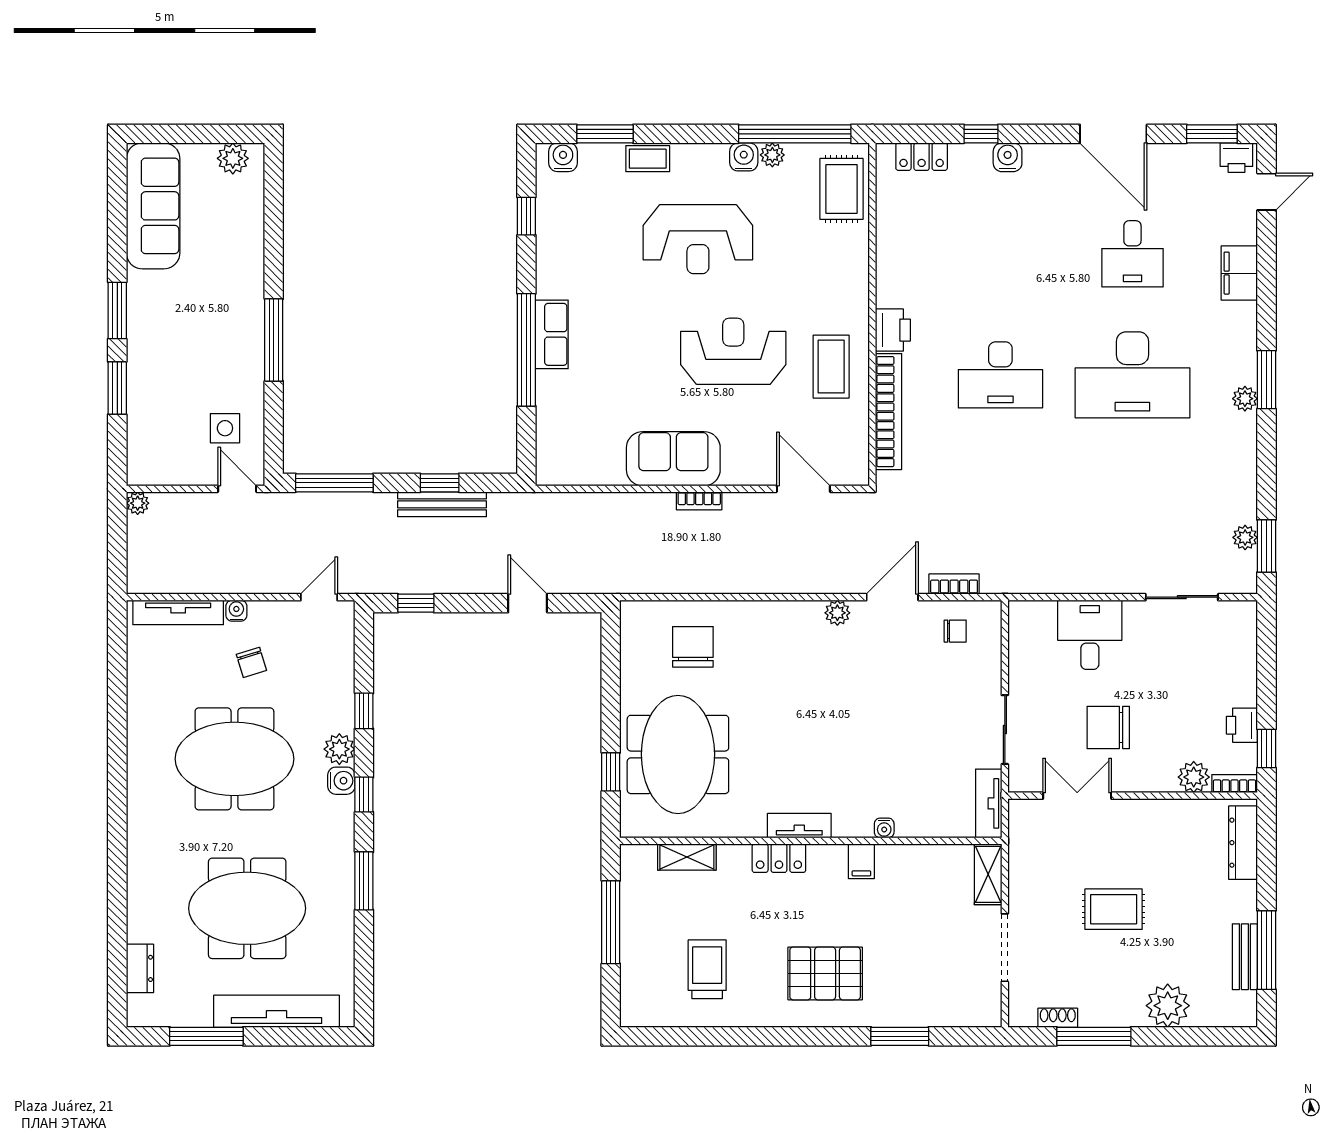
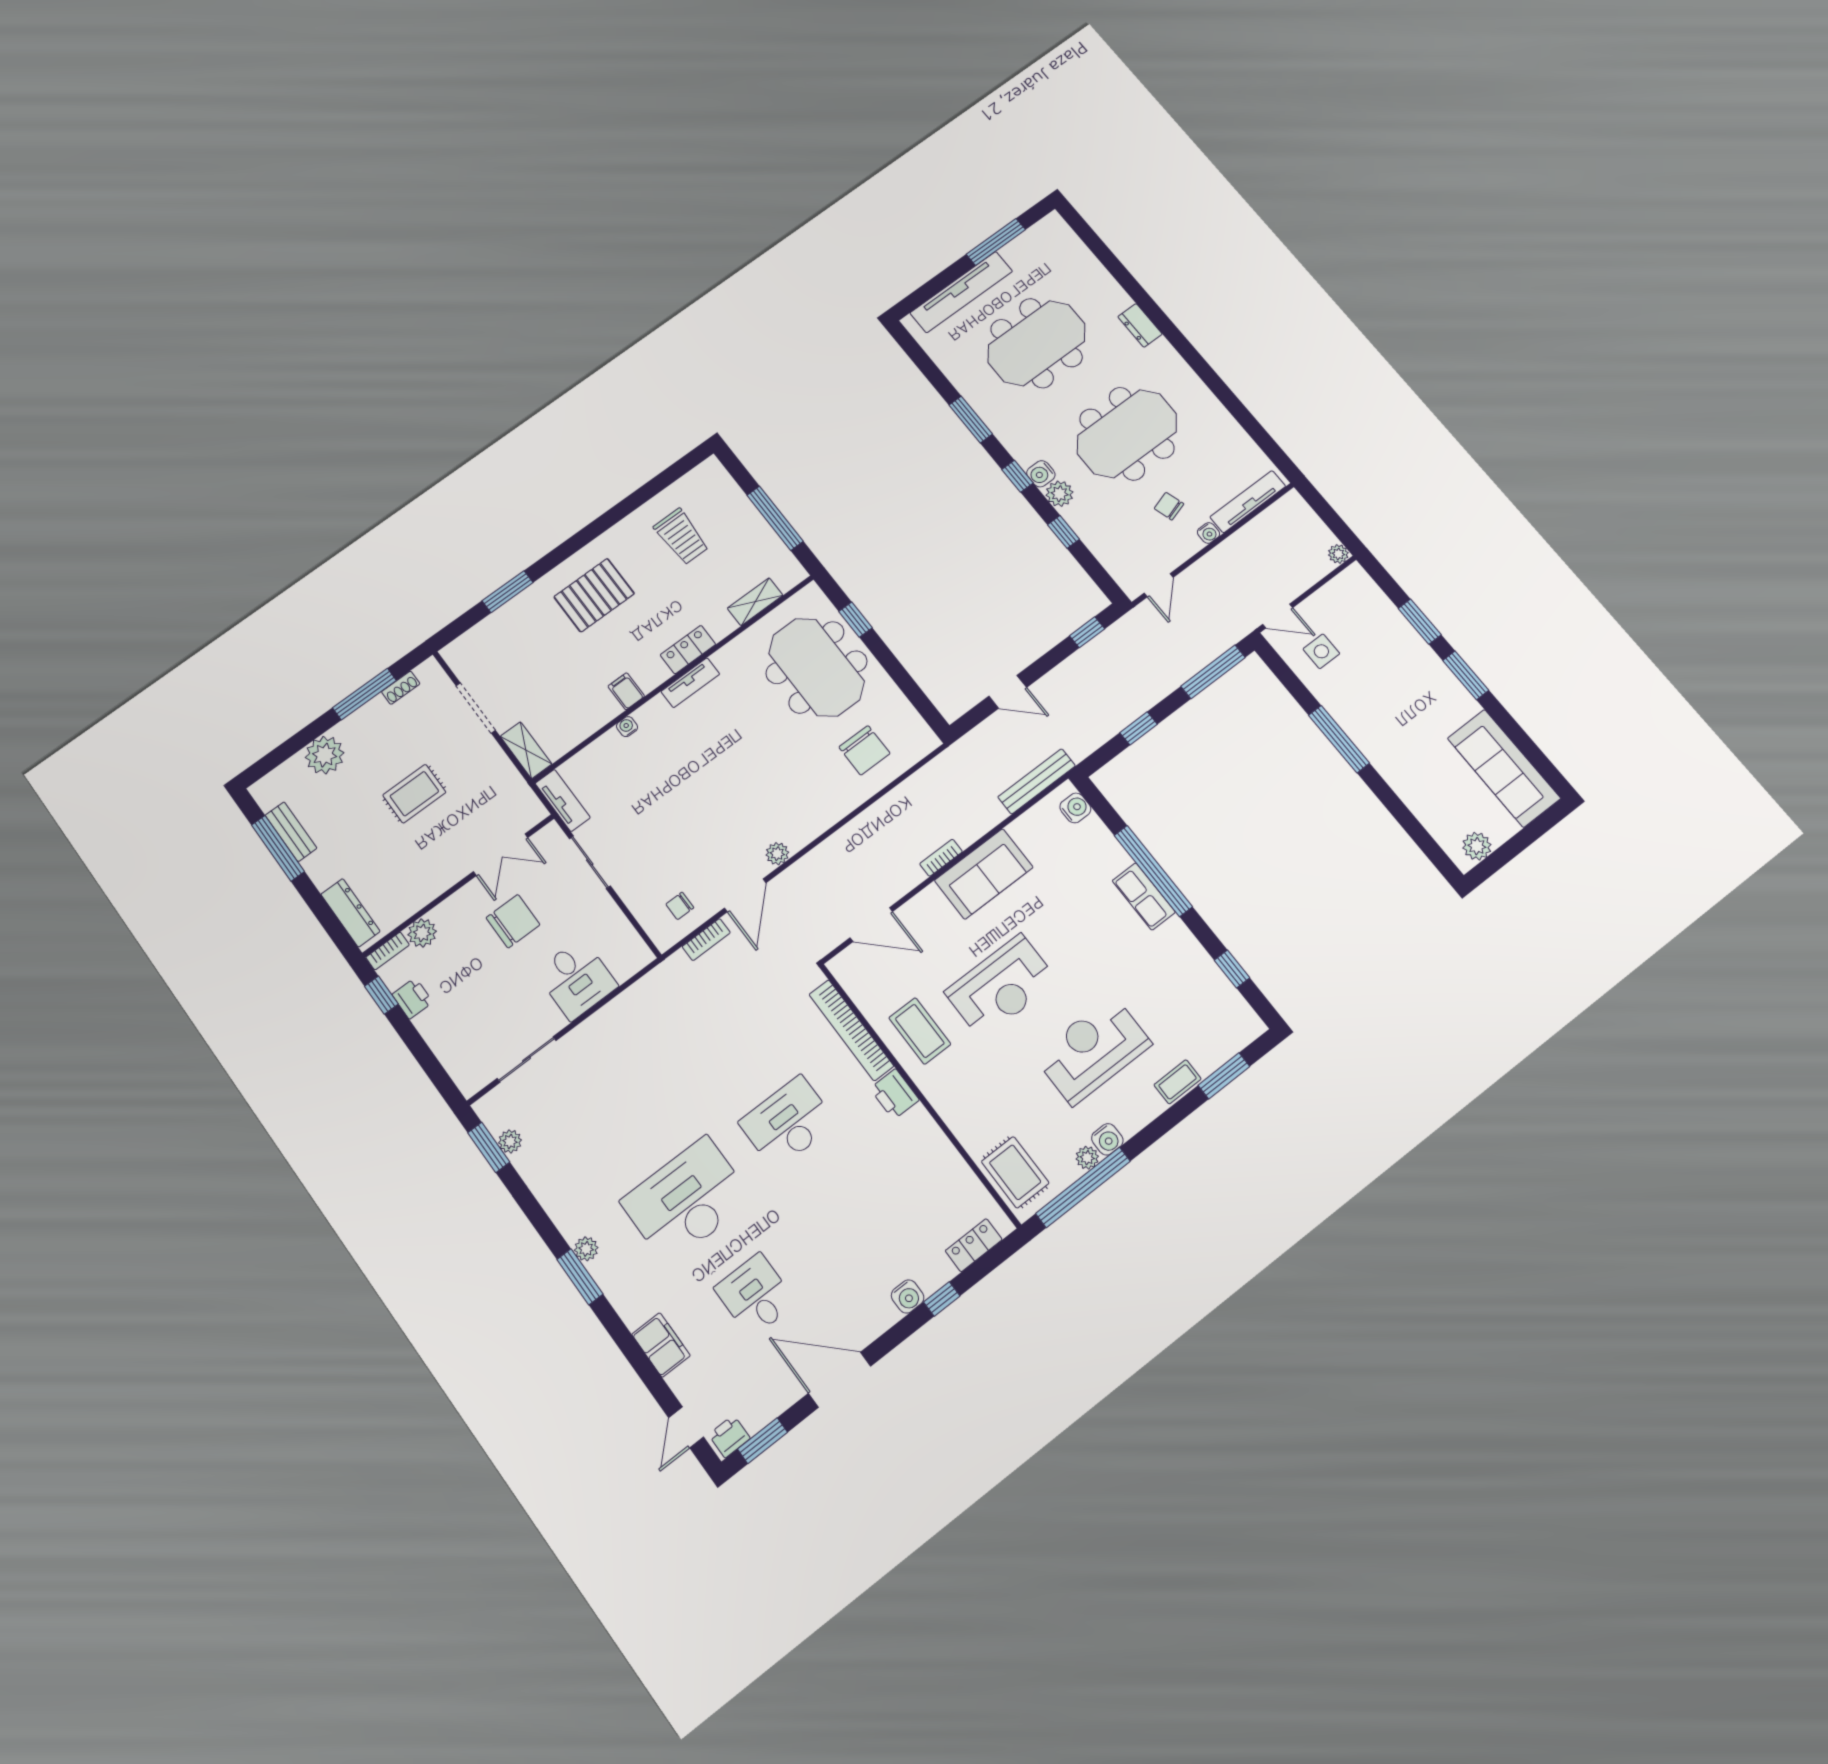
water cooler: (563, 157) -> (1075, 808), moved, turned -90
bench: (442, 504) -> (1037, 781), moved
dresser: (140, 968) -> (1140, 325), moved

